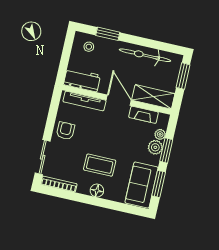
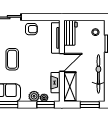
window: (166, 150) -> (46, 105), moved

